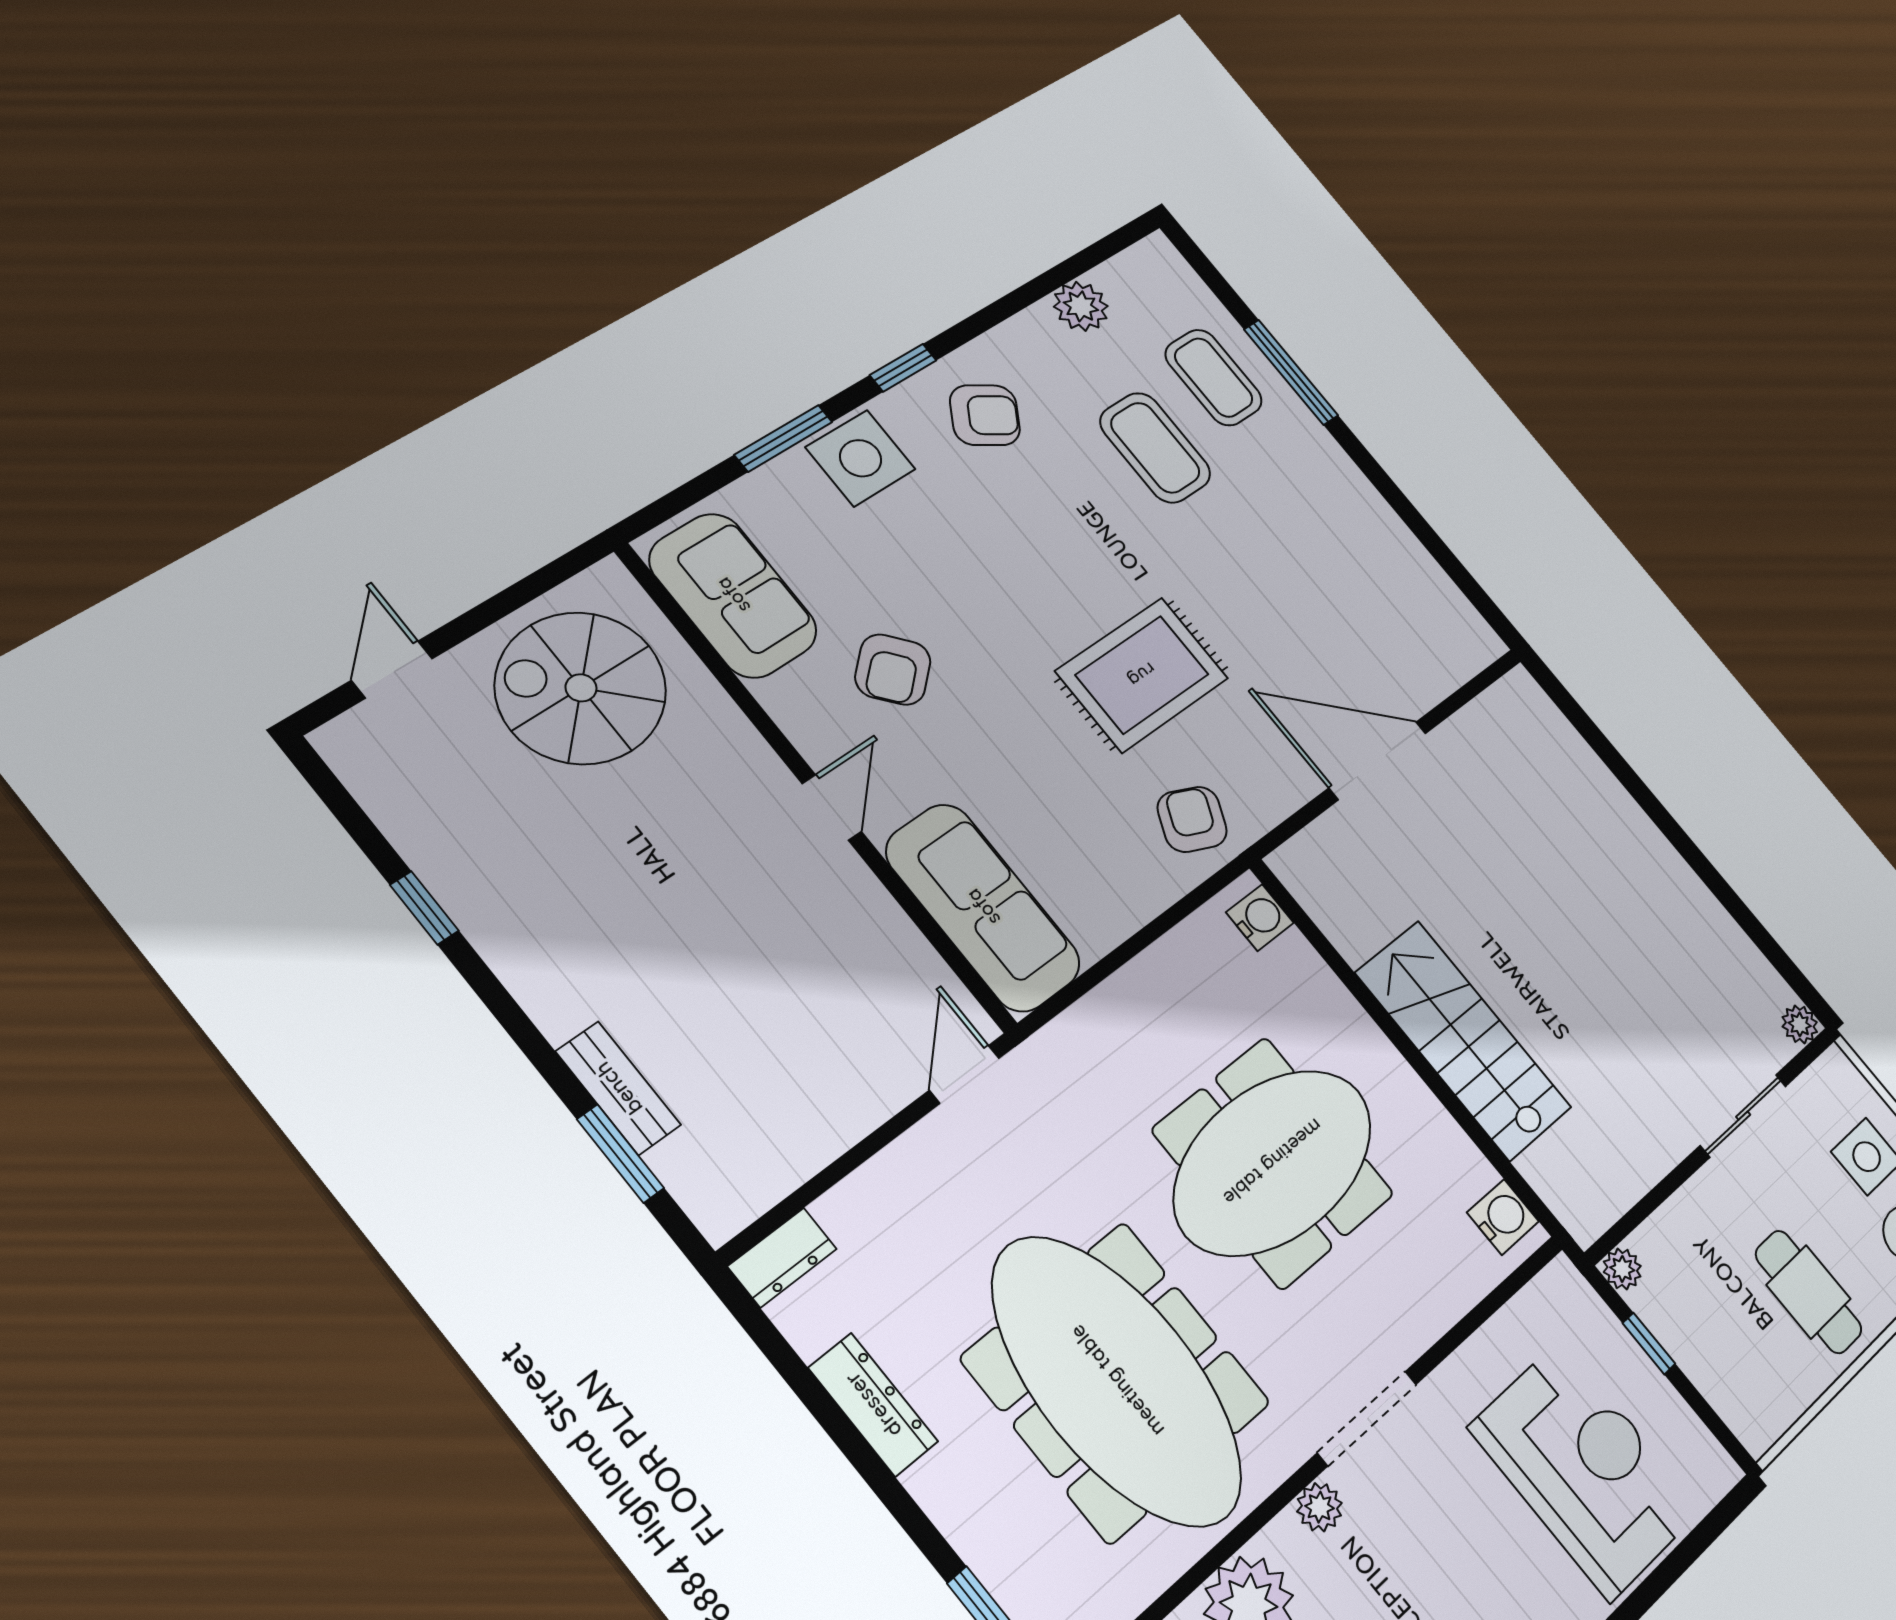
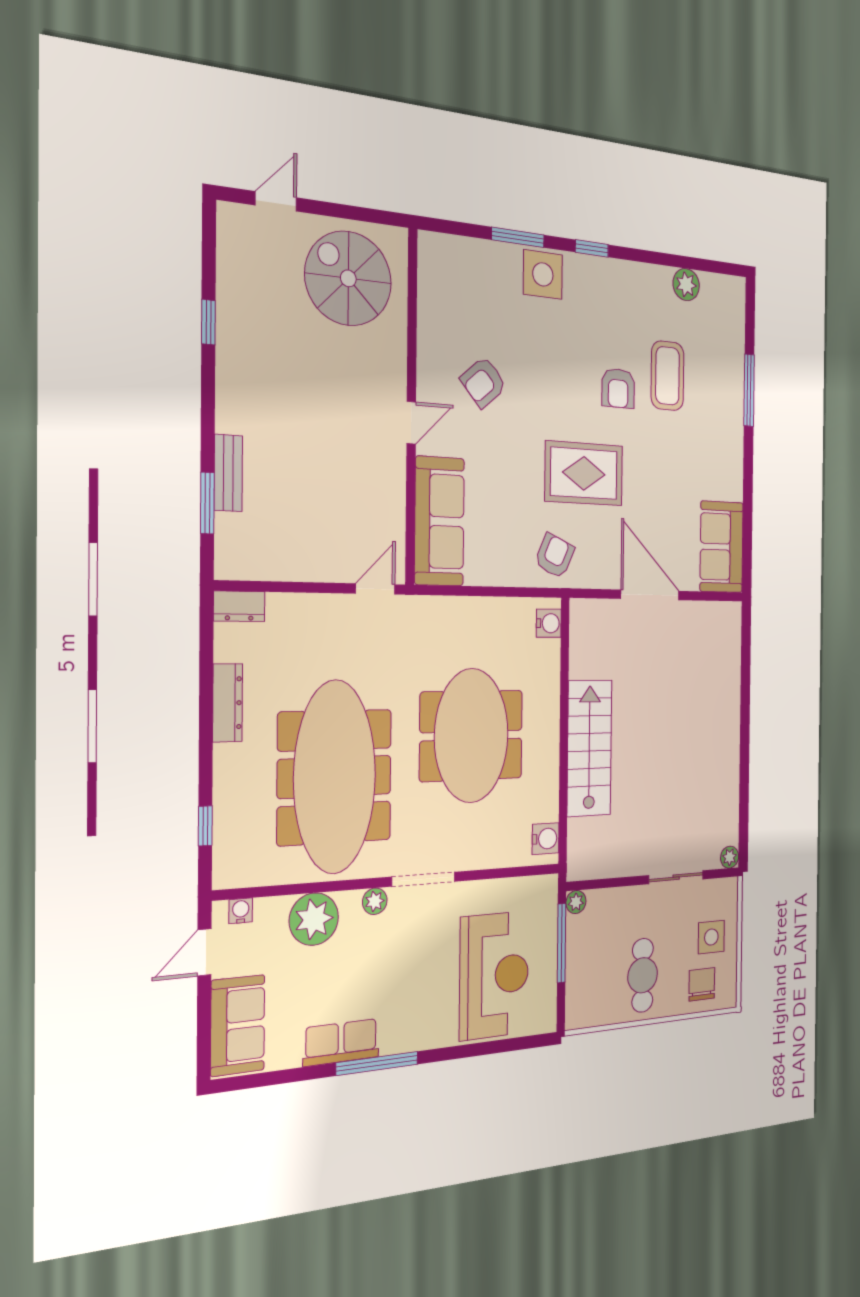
coffee table: (1214, 378) -> (716, 365), removed
armchair: (985, 415) -> (618, 388), moved, turned 58
sofa: (733, 595) -> (722, 547), moved, turned 180
meeting table: (1273, 1162) -> (471, 736), turned 90
window: (1649, 1343) -> (562, 943), width x2.17

